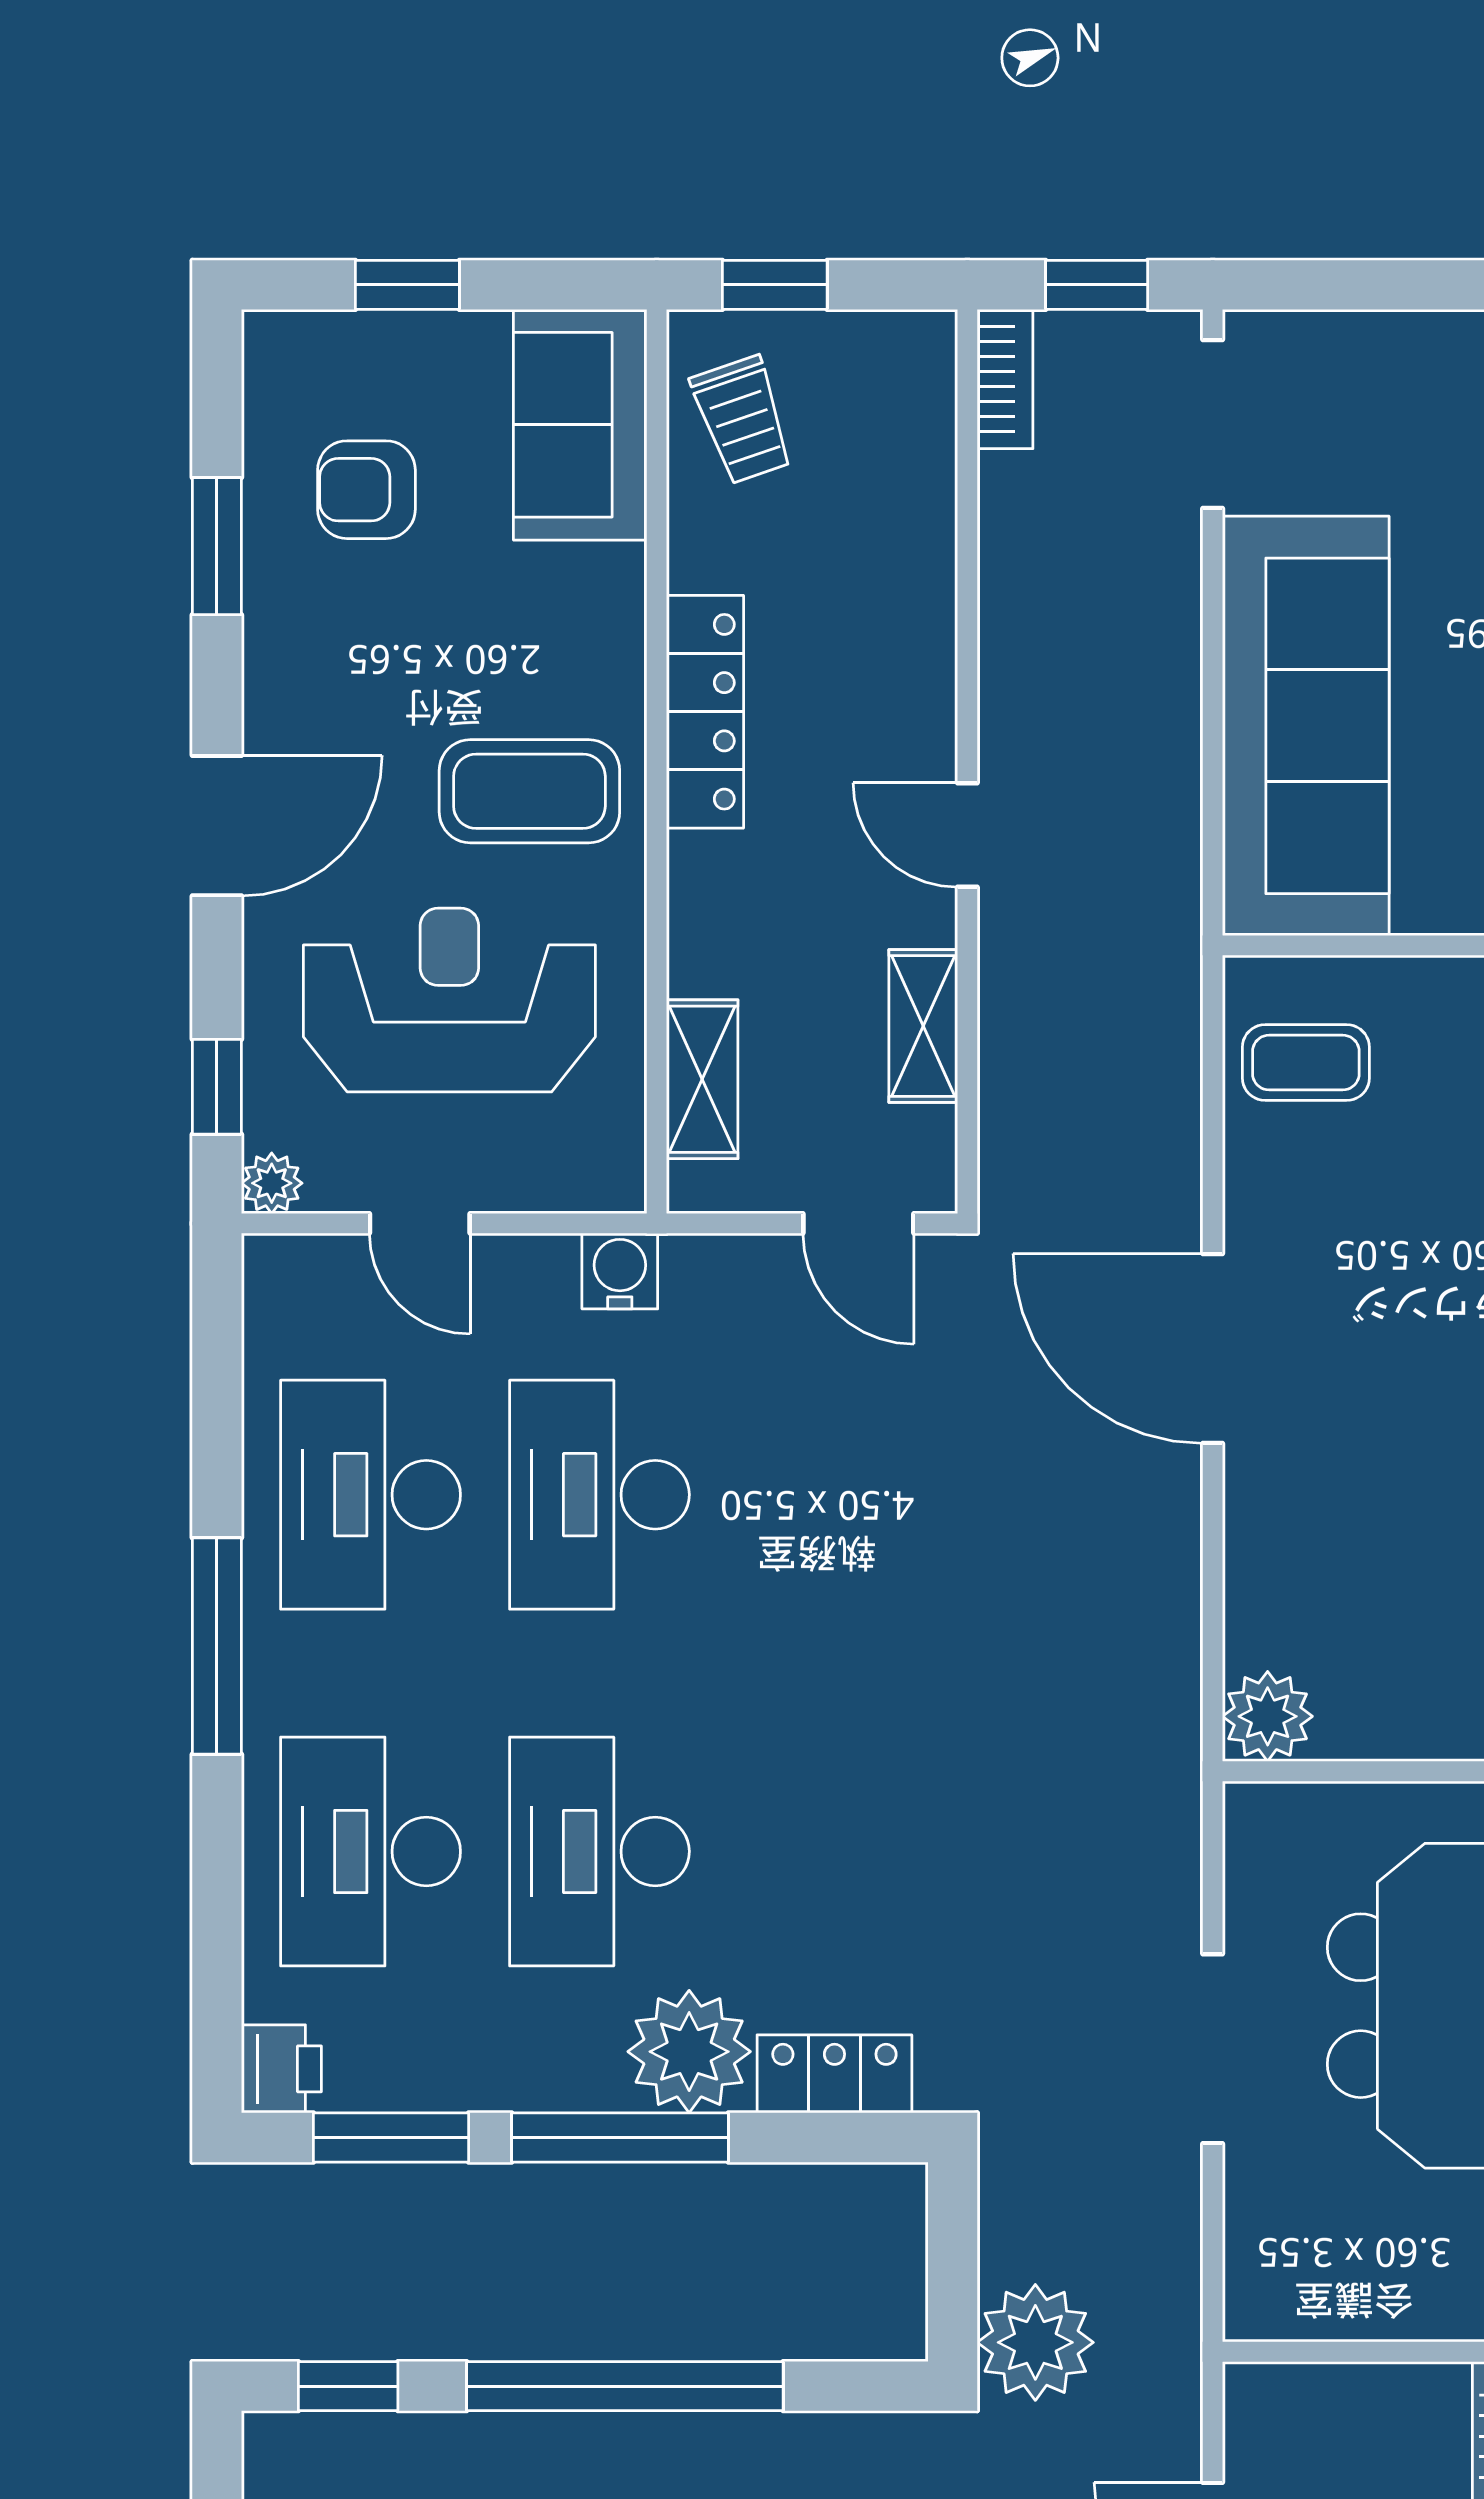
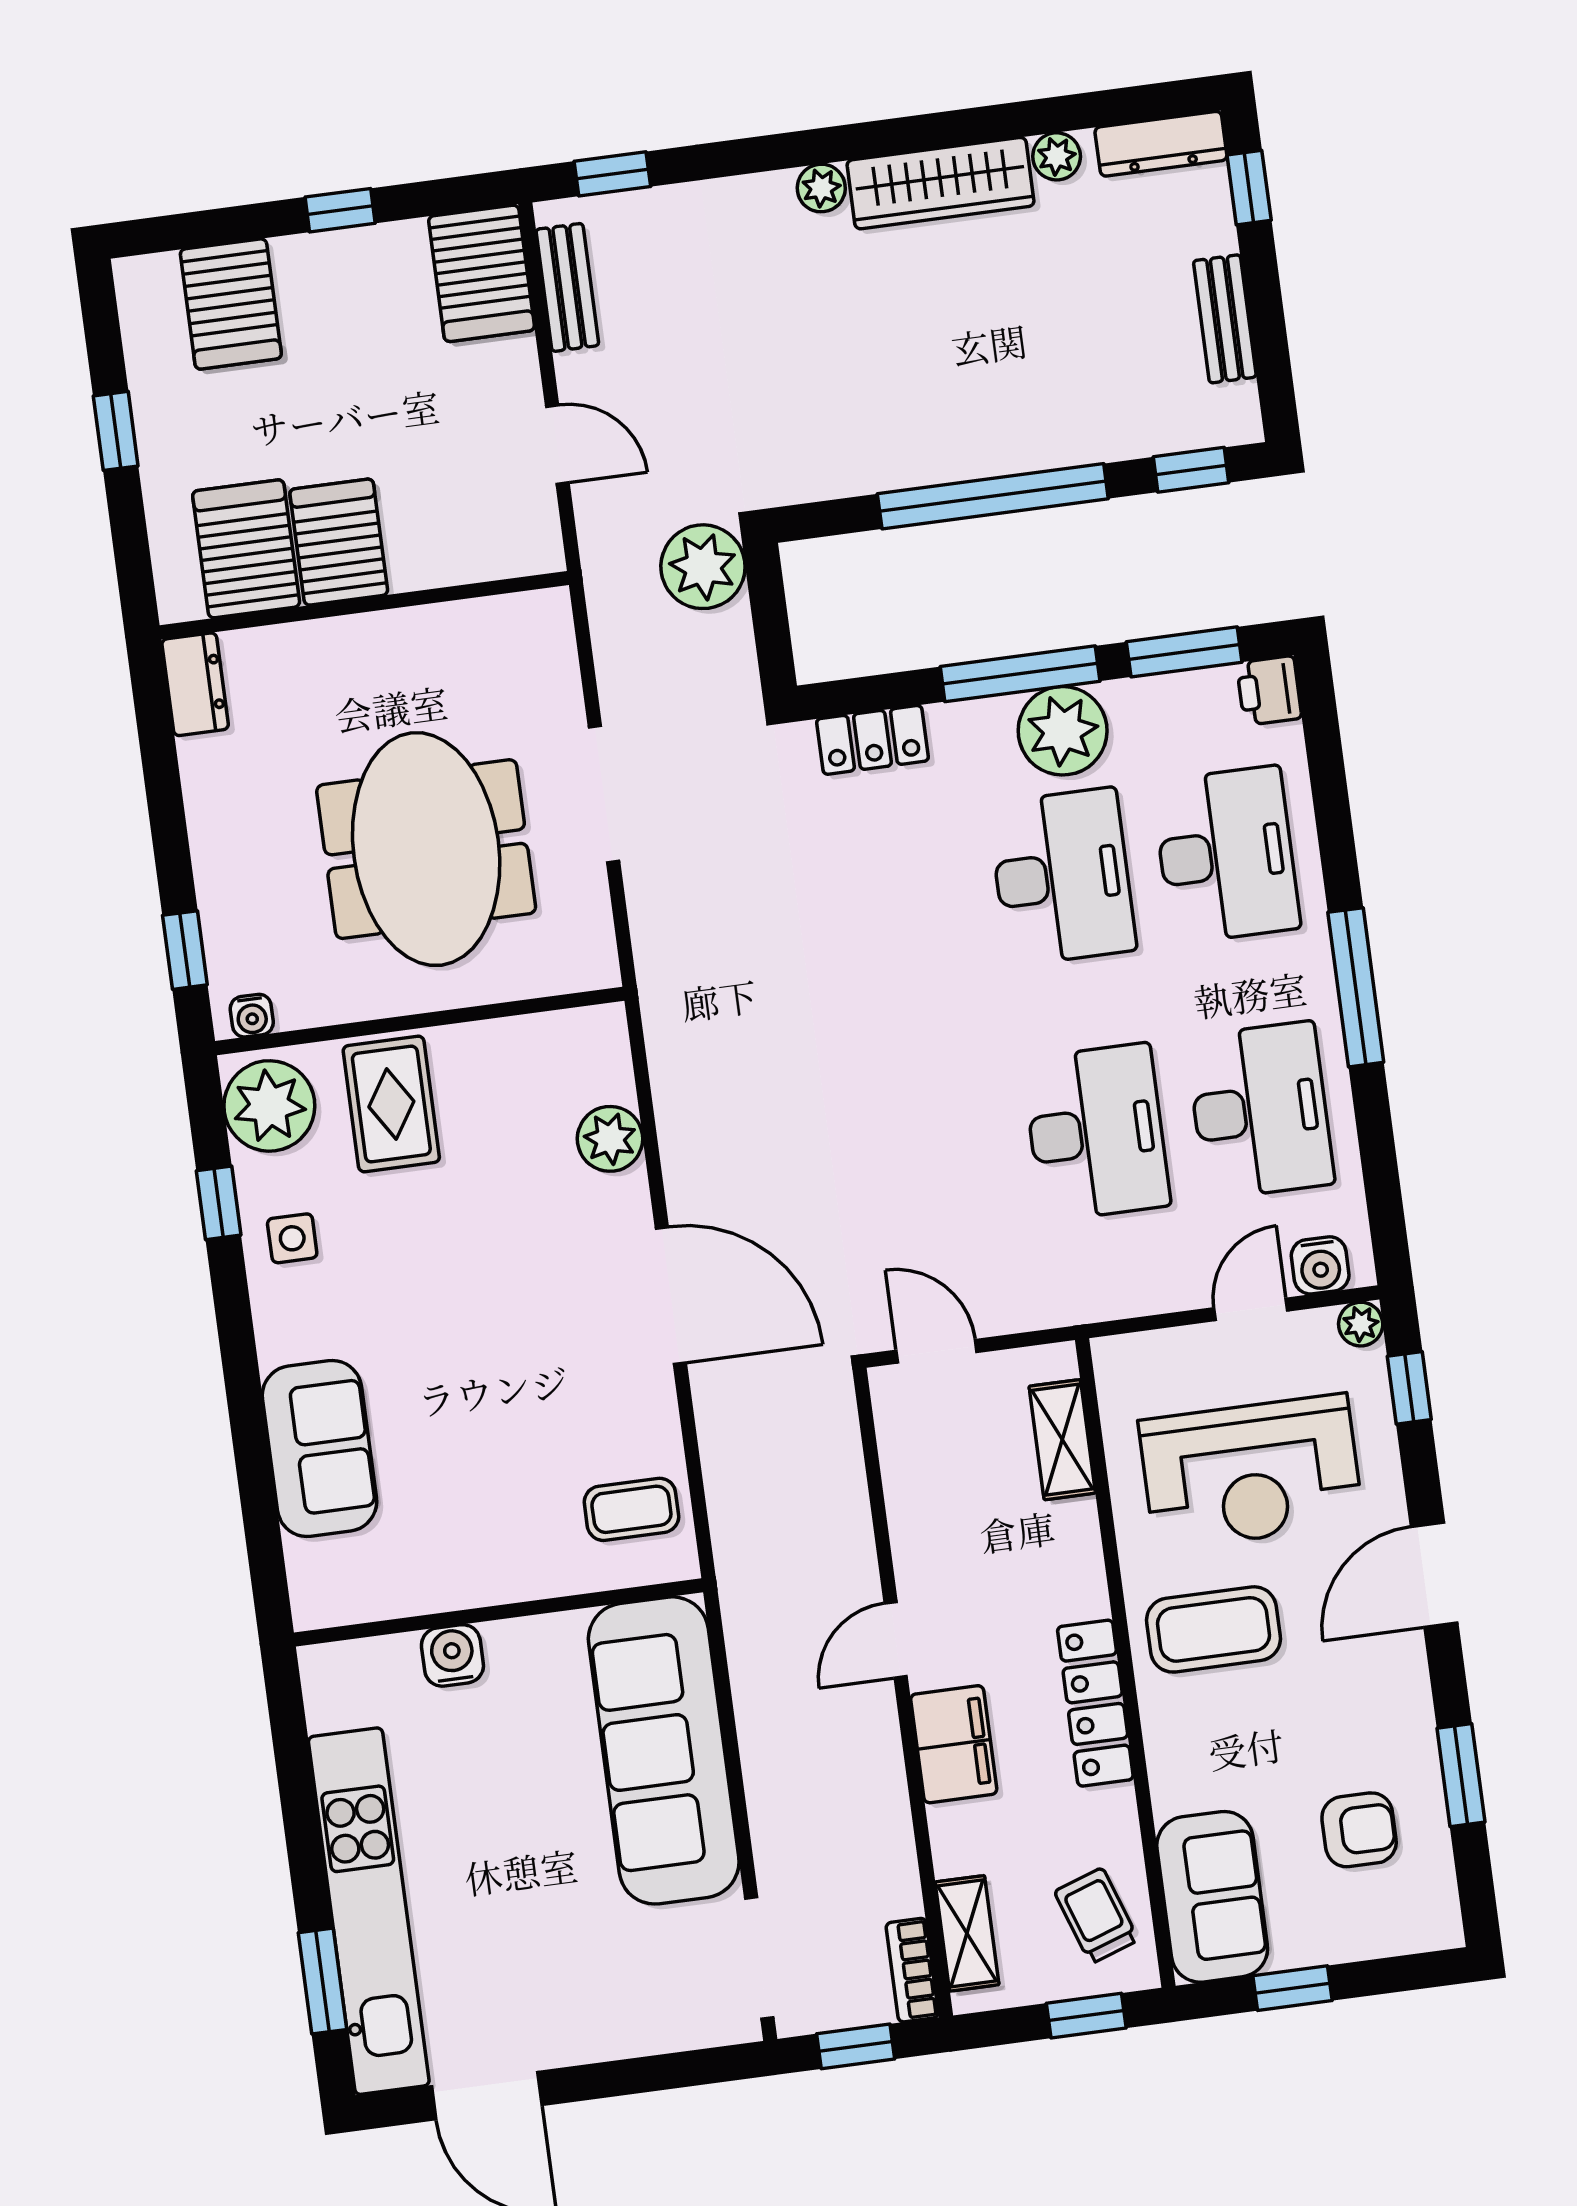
window: (407, 285) -> (1292, 1988), moved
filing cabinet: (907, 681) -> (954, 1744), added
door: (967, 835) -> (896, 1640), swing flipped
shelving: (923, 1026) -> (967, 1933), moved
door: (420, 1223) -> (1251, 1309), hinge flipped
water cooler: (620, 1271) -> (1320, 1265), moved
plant: (1268, 1716) -> (610, 1139), moved
plant: (689, 2052) -> (1063, 731), moved

